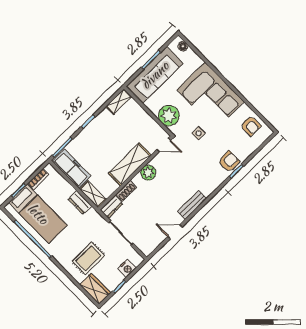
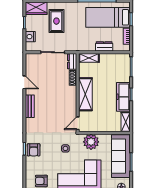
freezer: (71, 169) -> (123, 97), moved, turned 90
plant: (148, 173) -> (71, 100), removed
dresser: (80, 202) -> (104, 46), moved
door: (175, 232) -> (24, 82), hinge flipped

